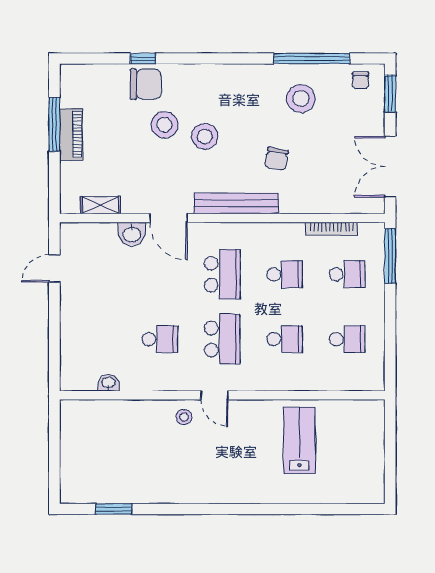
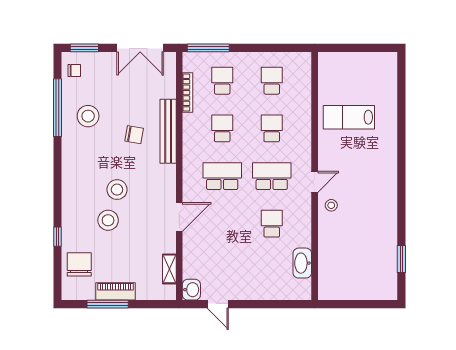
chair: (146, 84) -> (79, 264), moved
bench: (236, 203) -> (168, 131), moved
washbasin: (132, 234) -> (191, 290), moved
washbasin: (108, 383) -> (302, 263), width x1.91, depth x1.45

